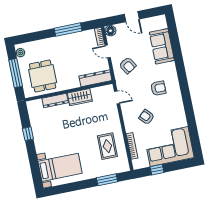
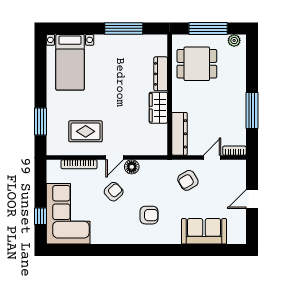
floor lamp: (110, 31) -> (132, 167), moved
armchair: (158, 88) -> (149, 215), turned -90
door: (117, 97) -> (115, 157), moved
window: (28, 134) -> (124, 28), width x2.17
window: (157, 170) -> (41, 216), moved

